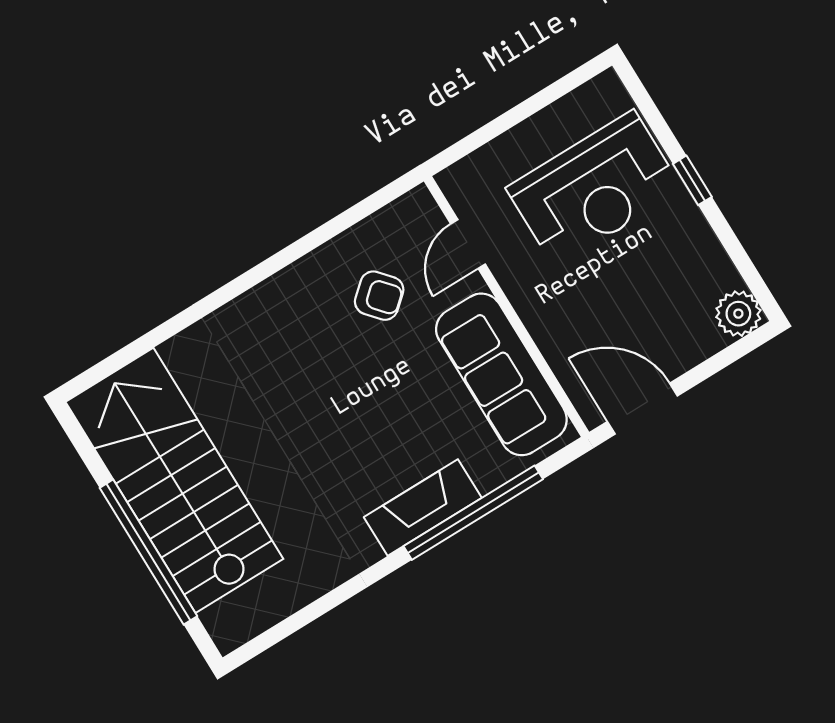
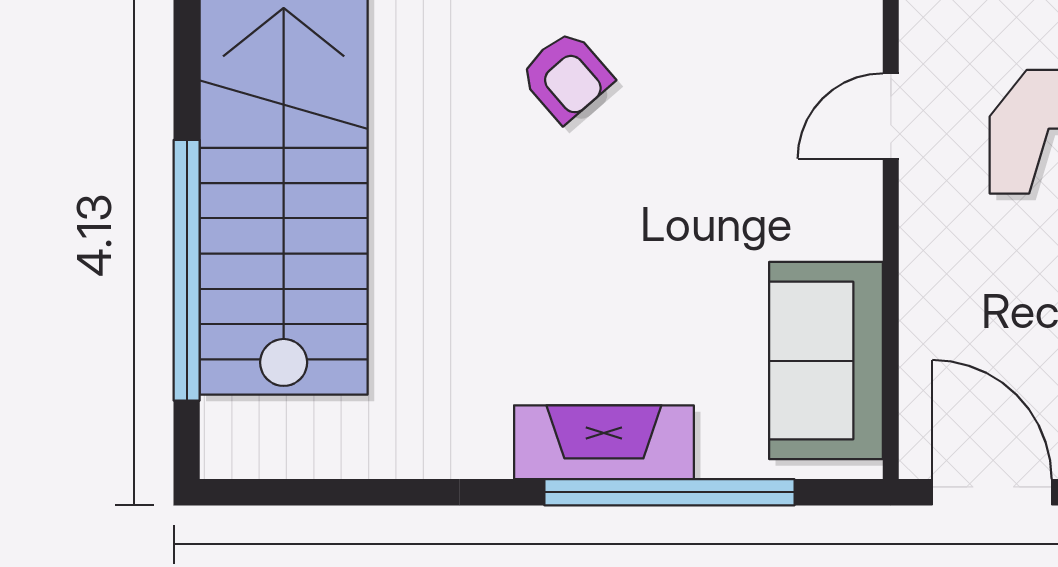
armchair: (379, 296) -> (566, 77), moved
sofa: (501, 374) -> (826, 361), width x0.73

